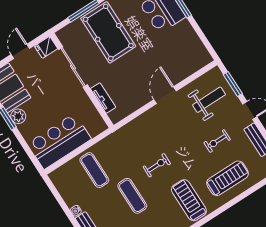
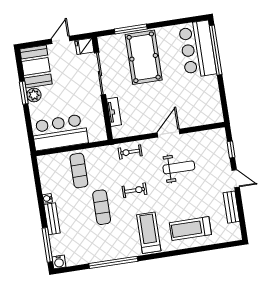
window: (233, 84) -> (231, 149), width x0.67
weight bench: (209, 100) -> (179, 167), moved
exercise bike: (217, 141) -> (130, 152), moved
treadmill: (228, 178) -> (190, 229), turned 180

